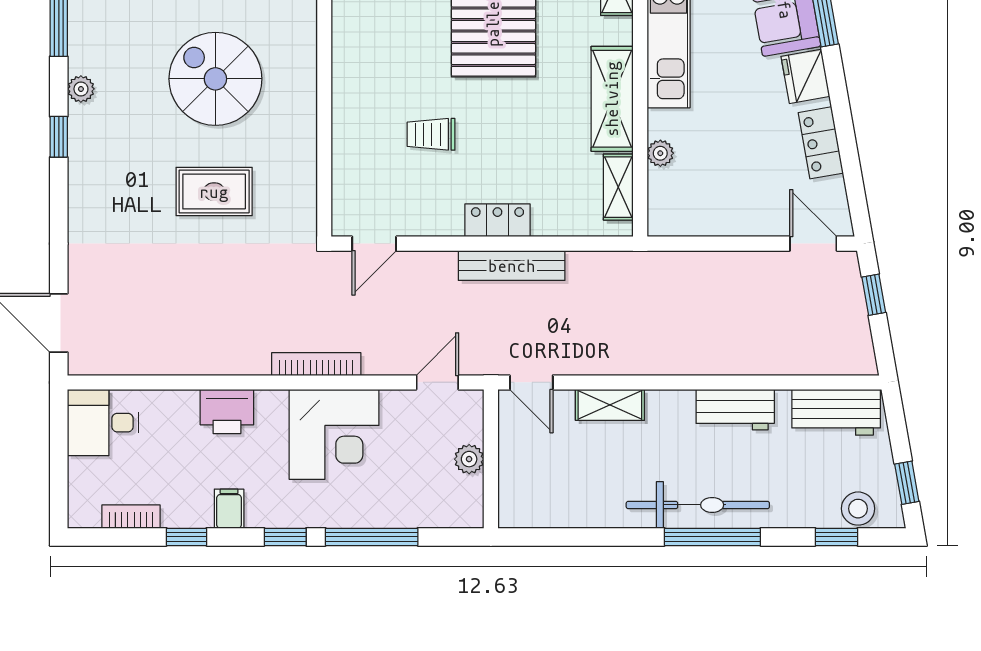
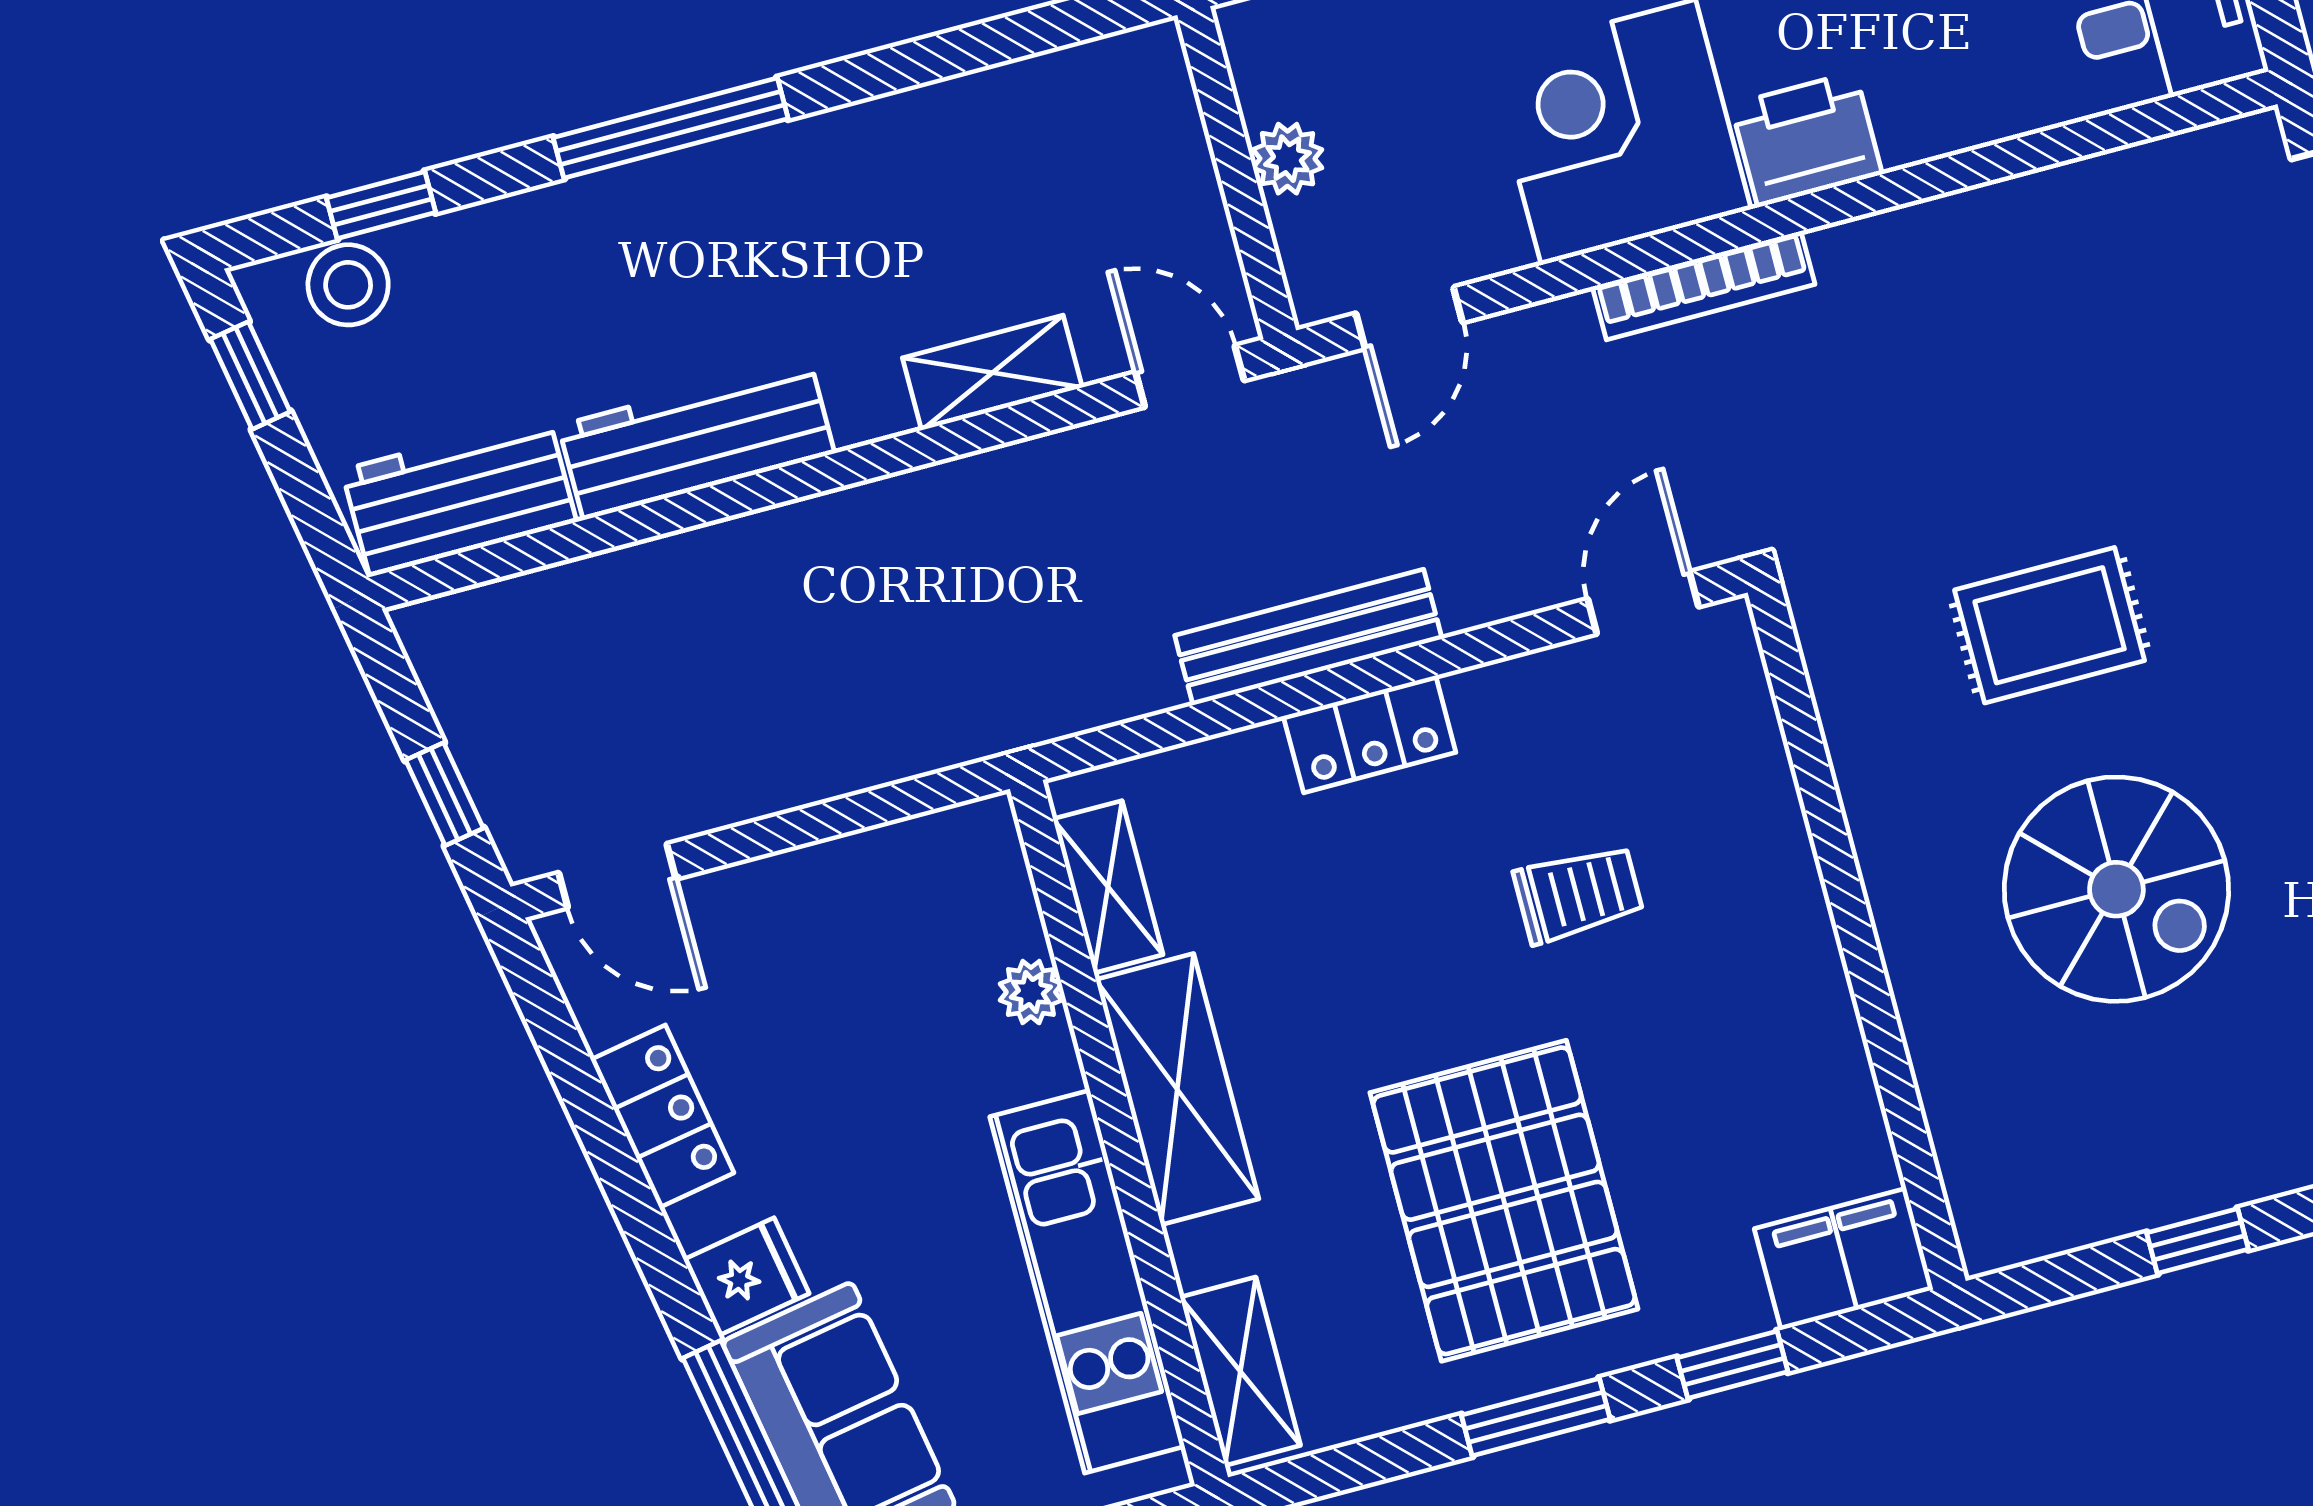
fridge: (805, 76) -> (746, 1277), width x0.72
workbench: (735, 410) -> (697, 440), width x1.38
printer: (227, 412) -> (1807, 140), moved
bicycle: (698, 505) -> (725, 194), removed

